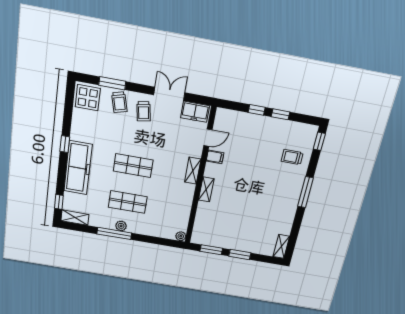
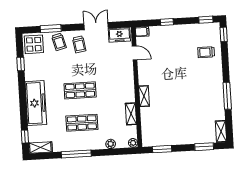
window: (281, 114) -> (206, 20), moved
door: (208, 138) -> (135, 53), hinge flipped
window: (65, 144) -> (21, 64), moved
filing cabinet: (215, 157) -> (142, 32), moved
shelving: (193, 171) -> (131, 114), moved
window: (306, 192) -> (227, 96), moved
plant: (121, 226) -> (111, 144), moved
window: (240, 255) -> (204, 147), moved

